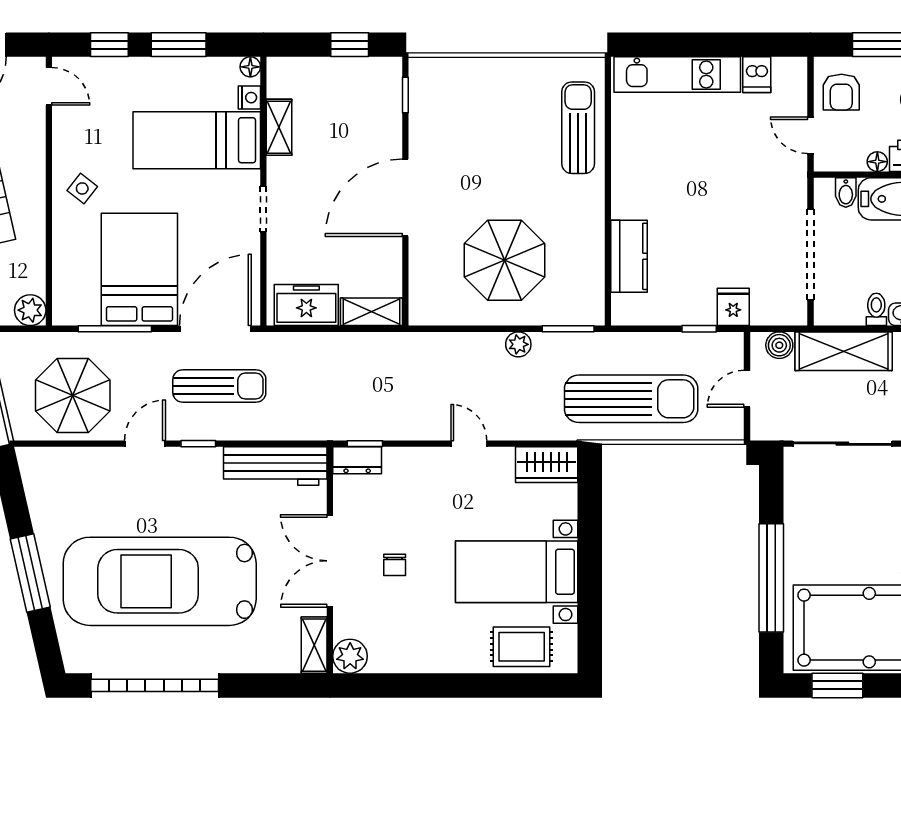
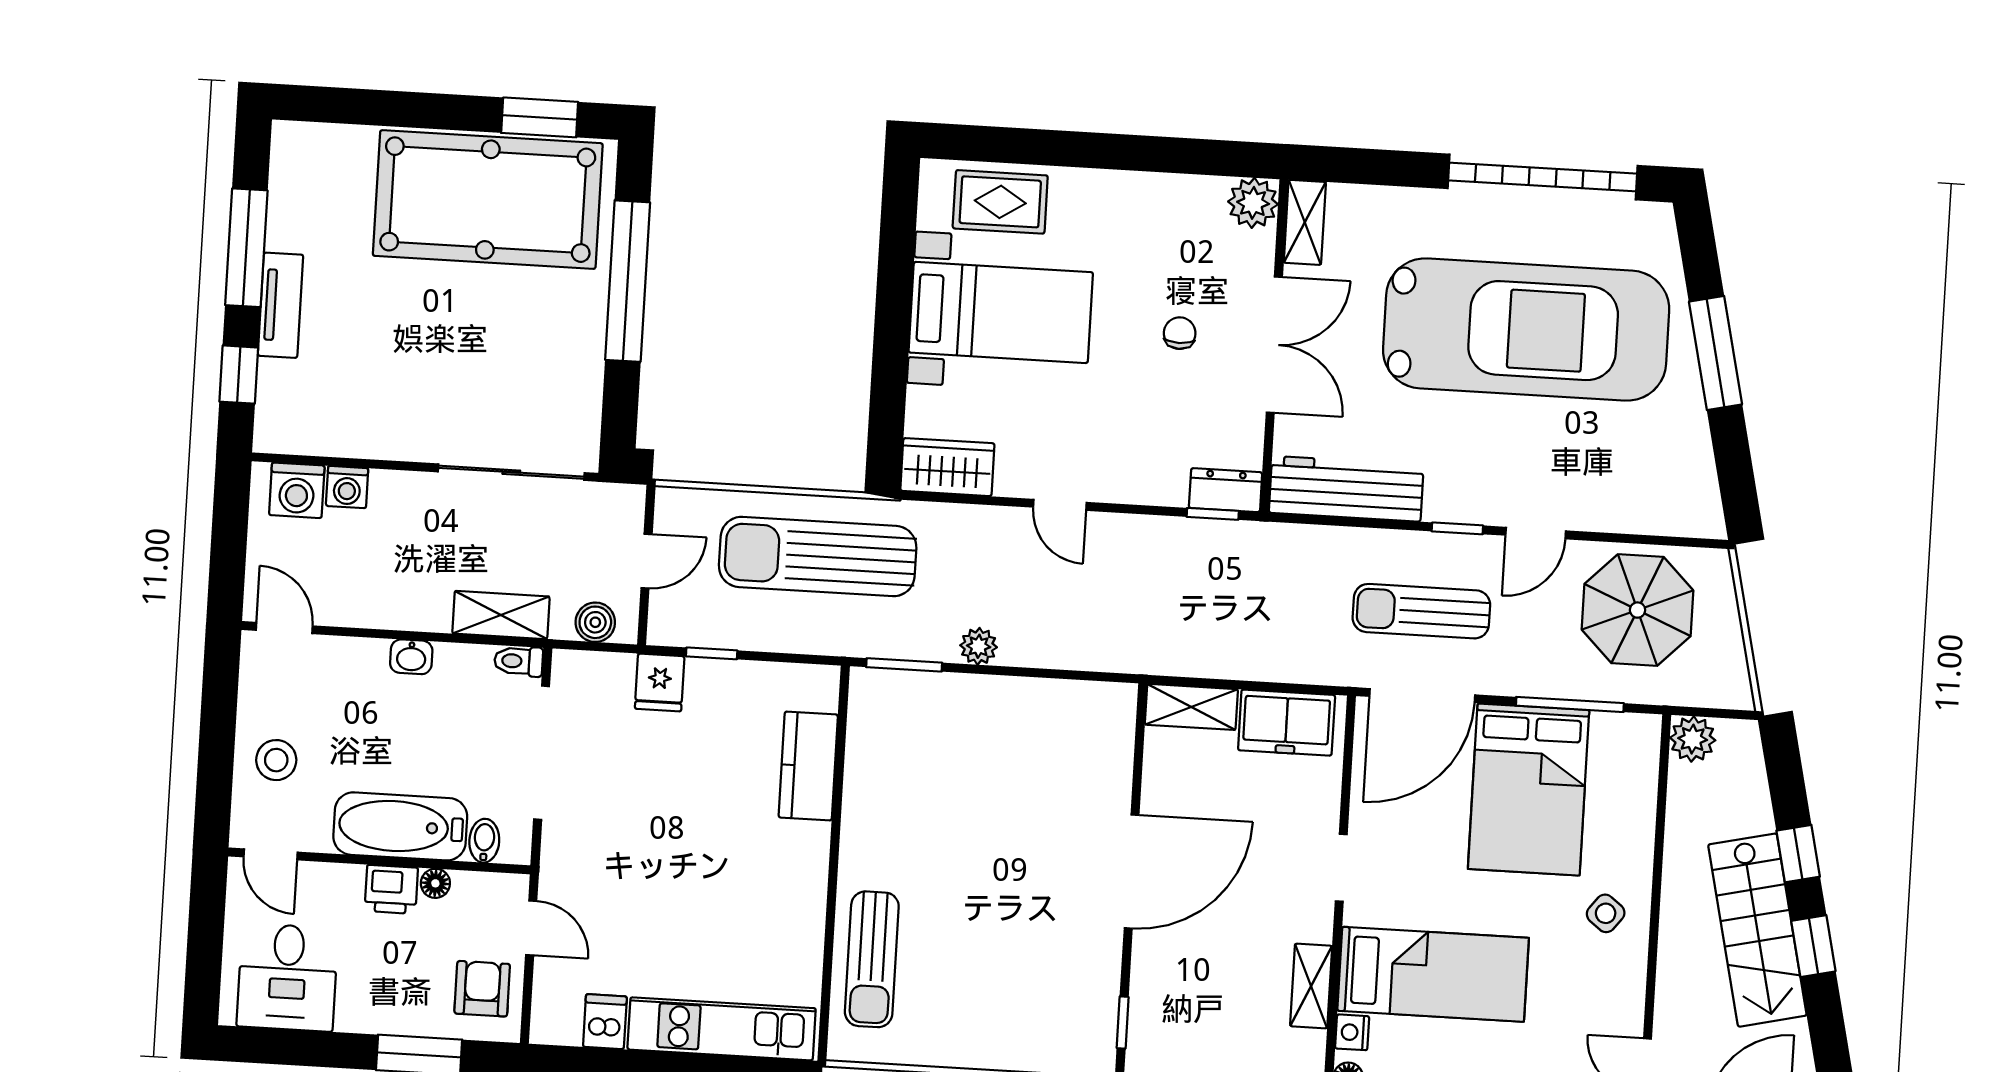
parasol: (504, 260) -> (992, 771), removed
toilet: (876, 309) -> (519, 661), moved, turned 90
shelving: (844, 351) -> (501, 615), width x0.67, depth x0.75

